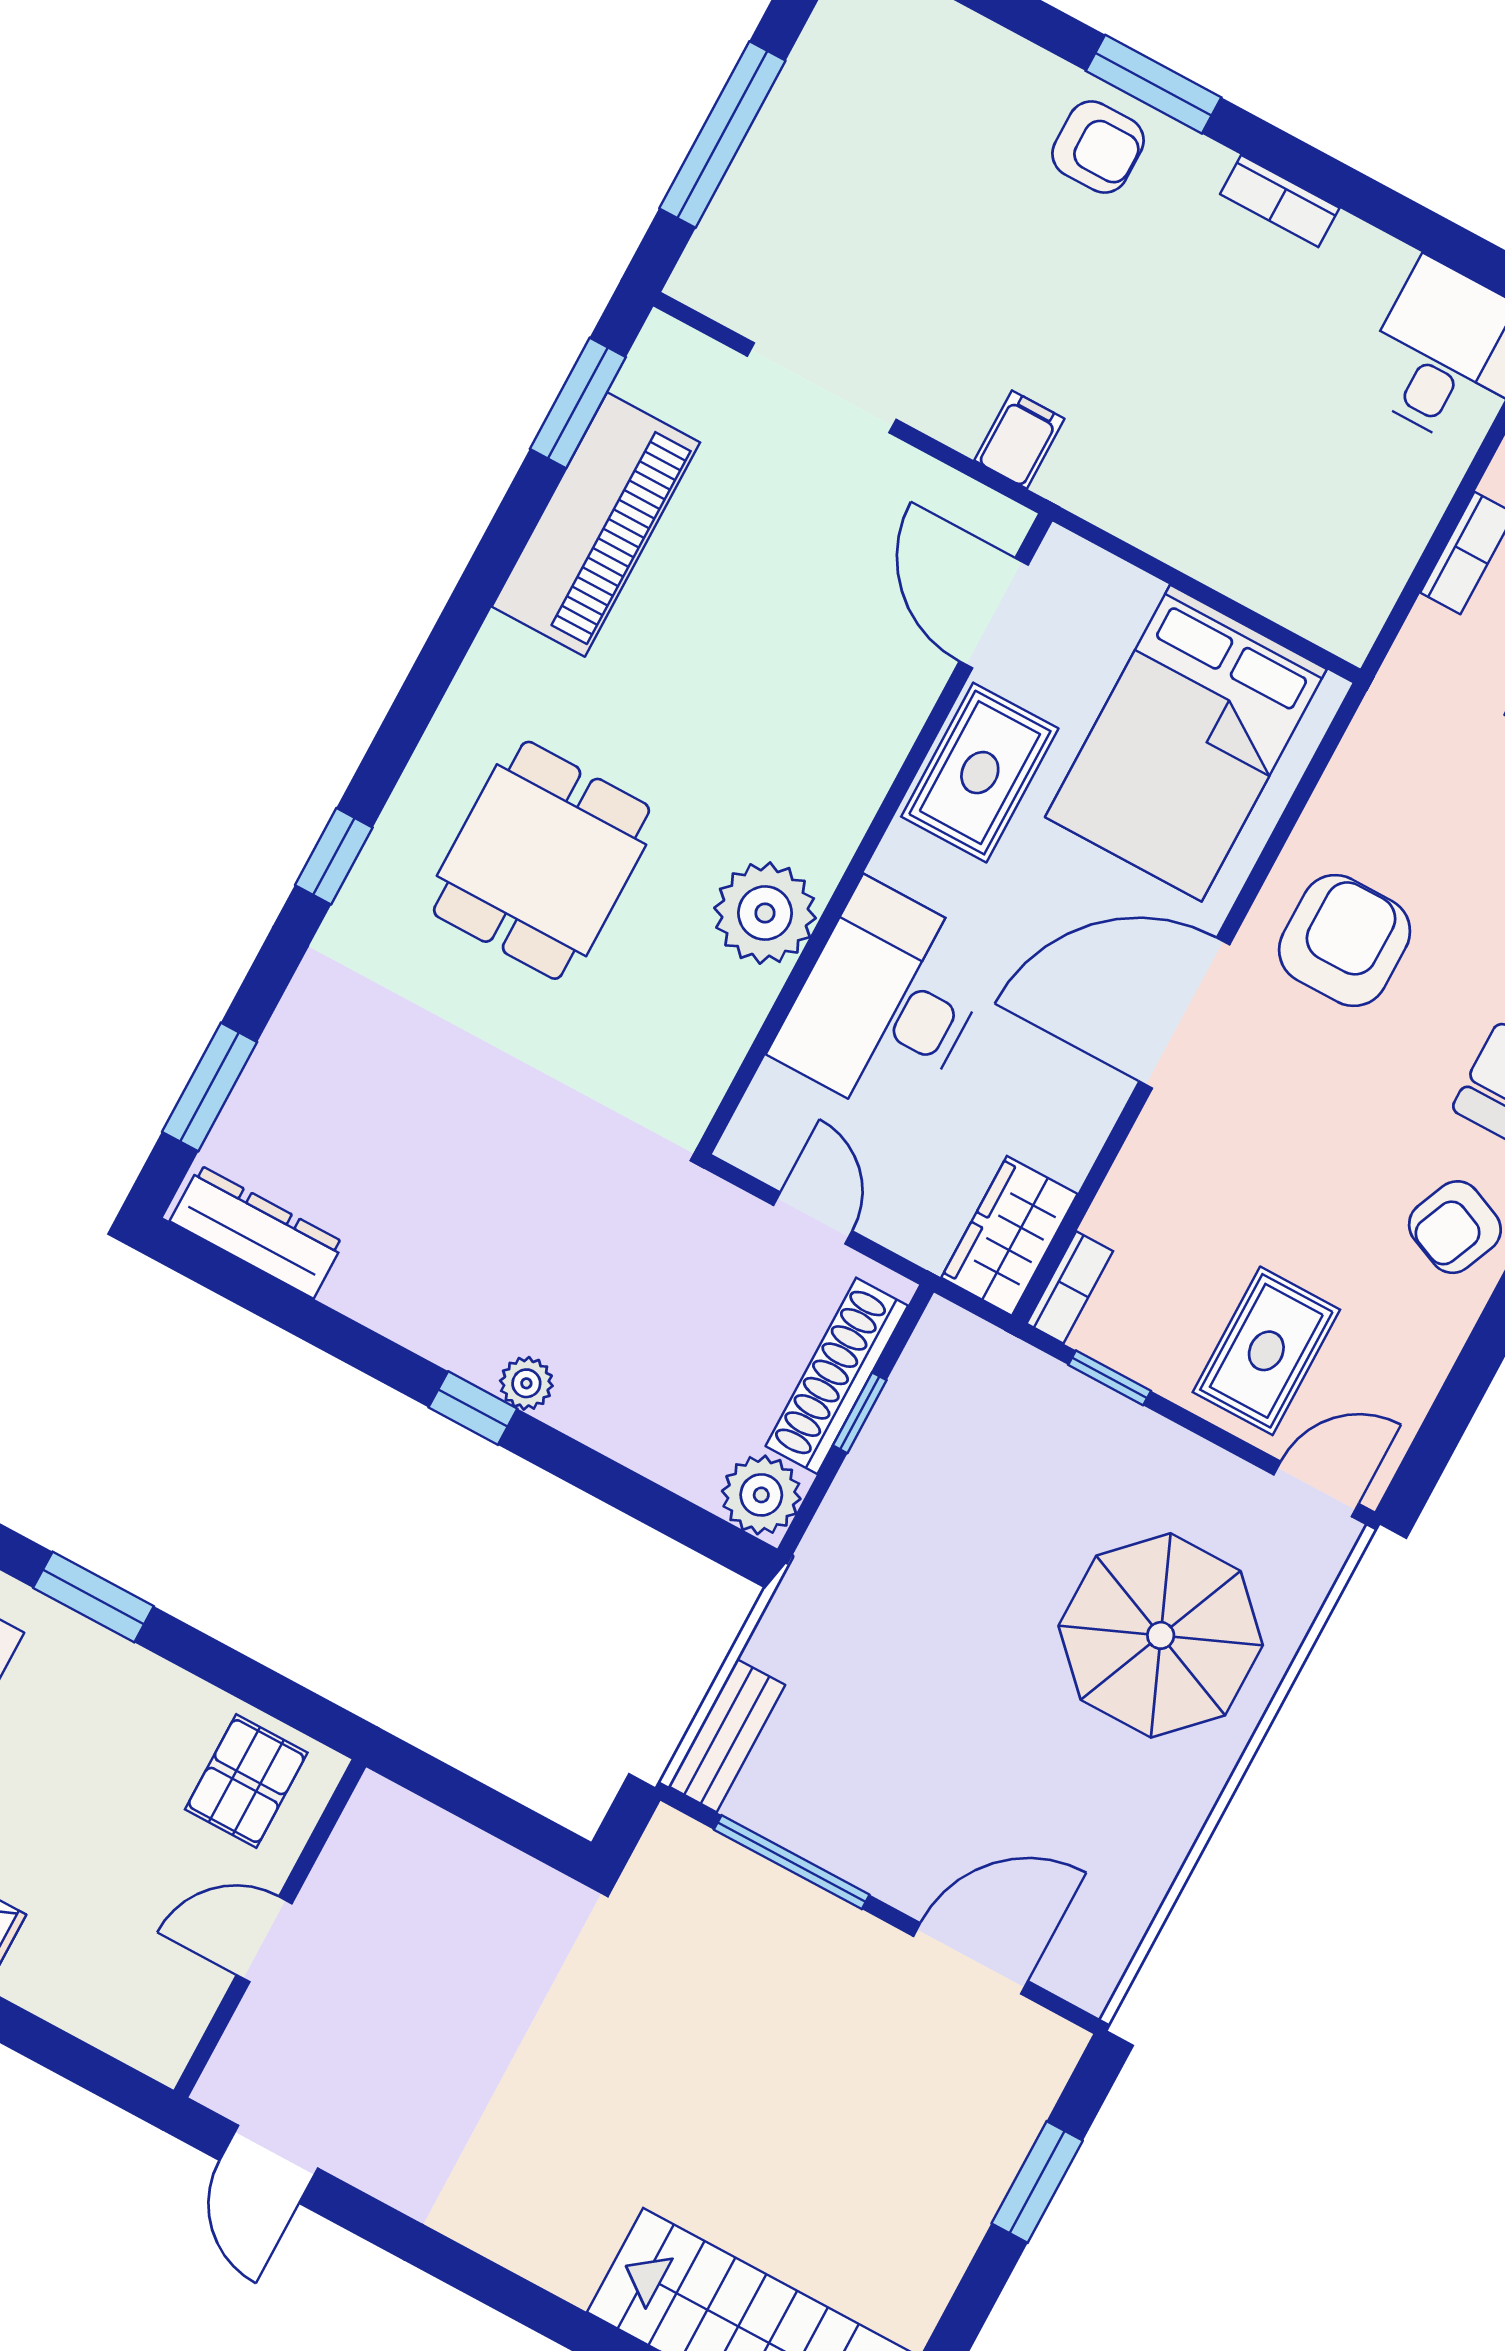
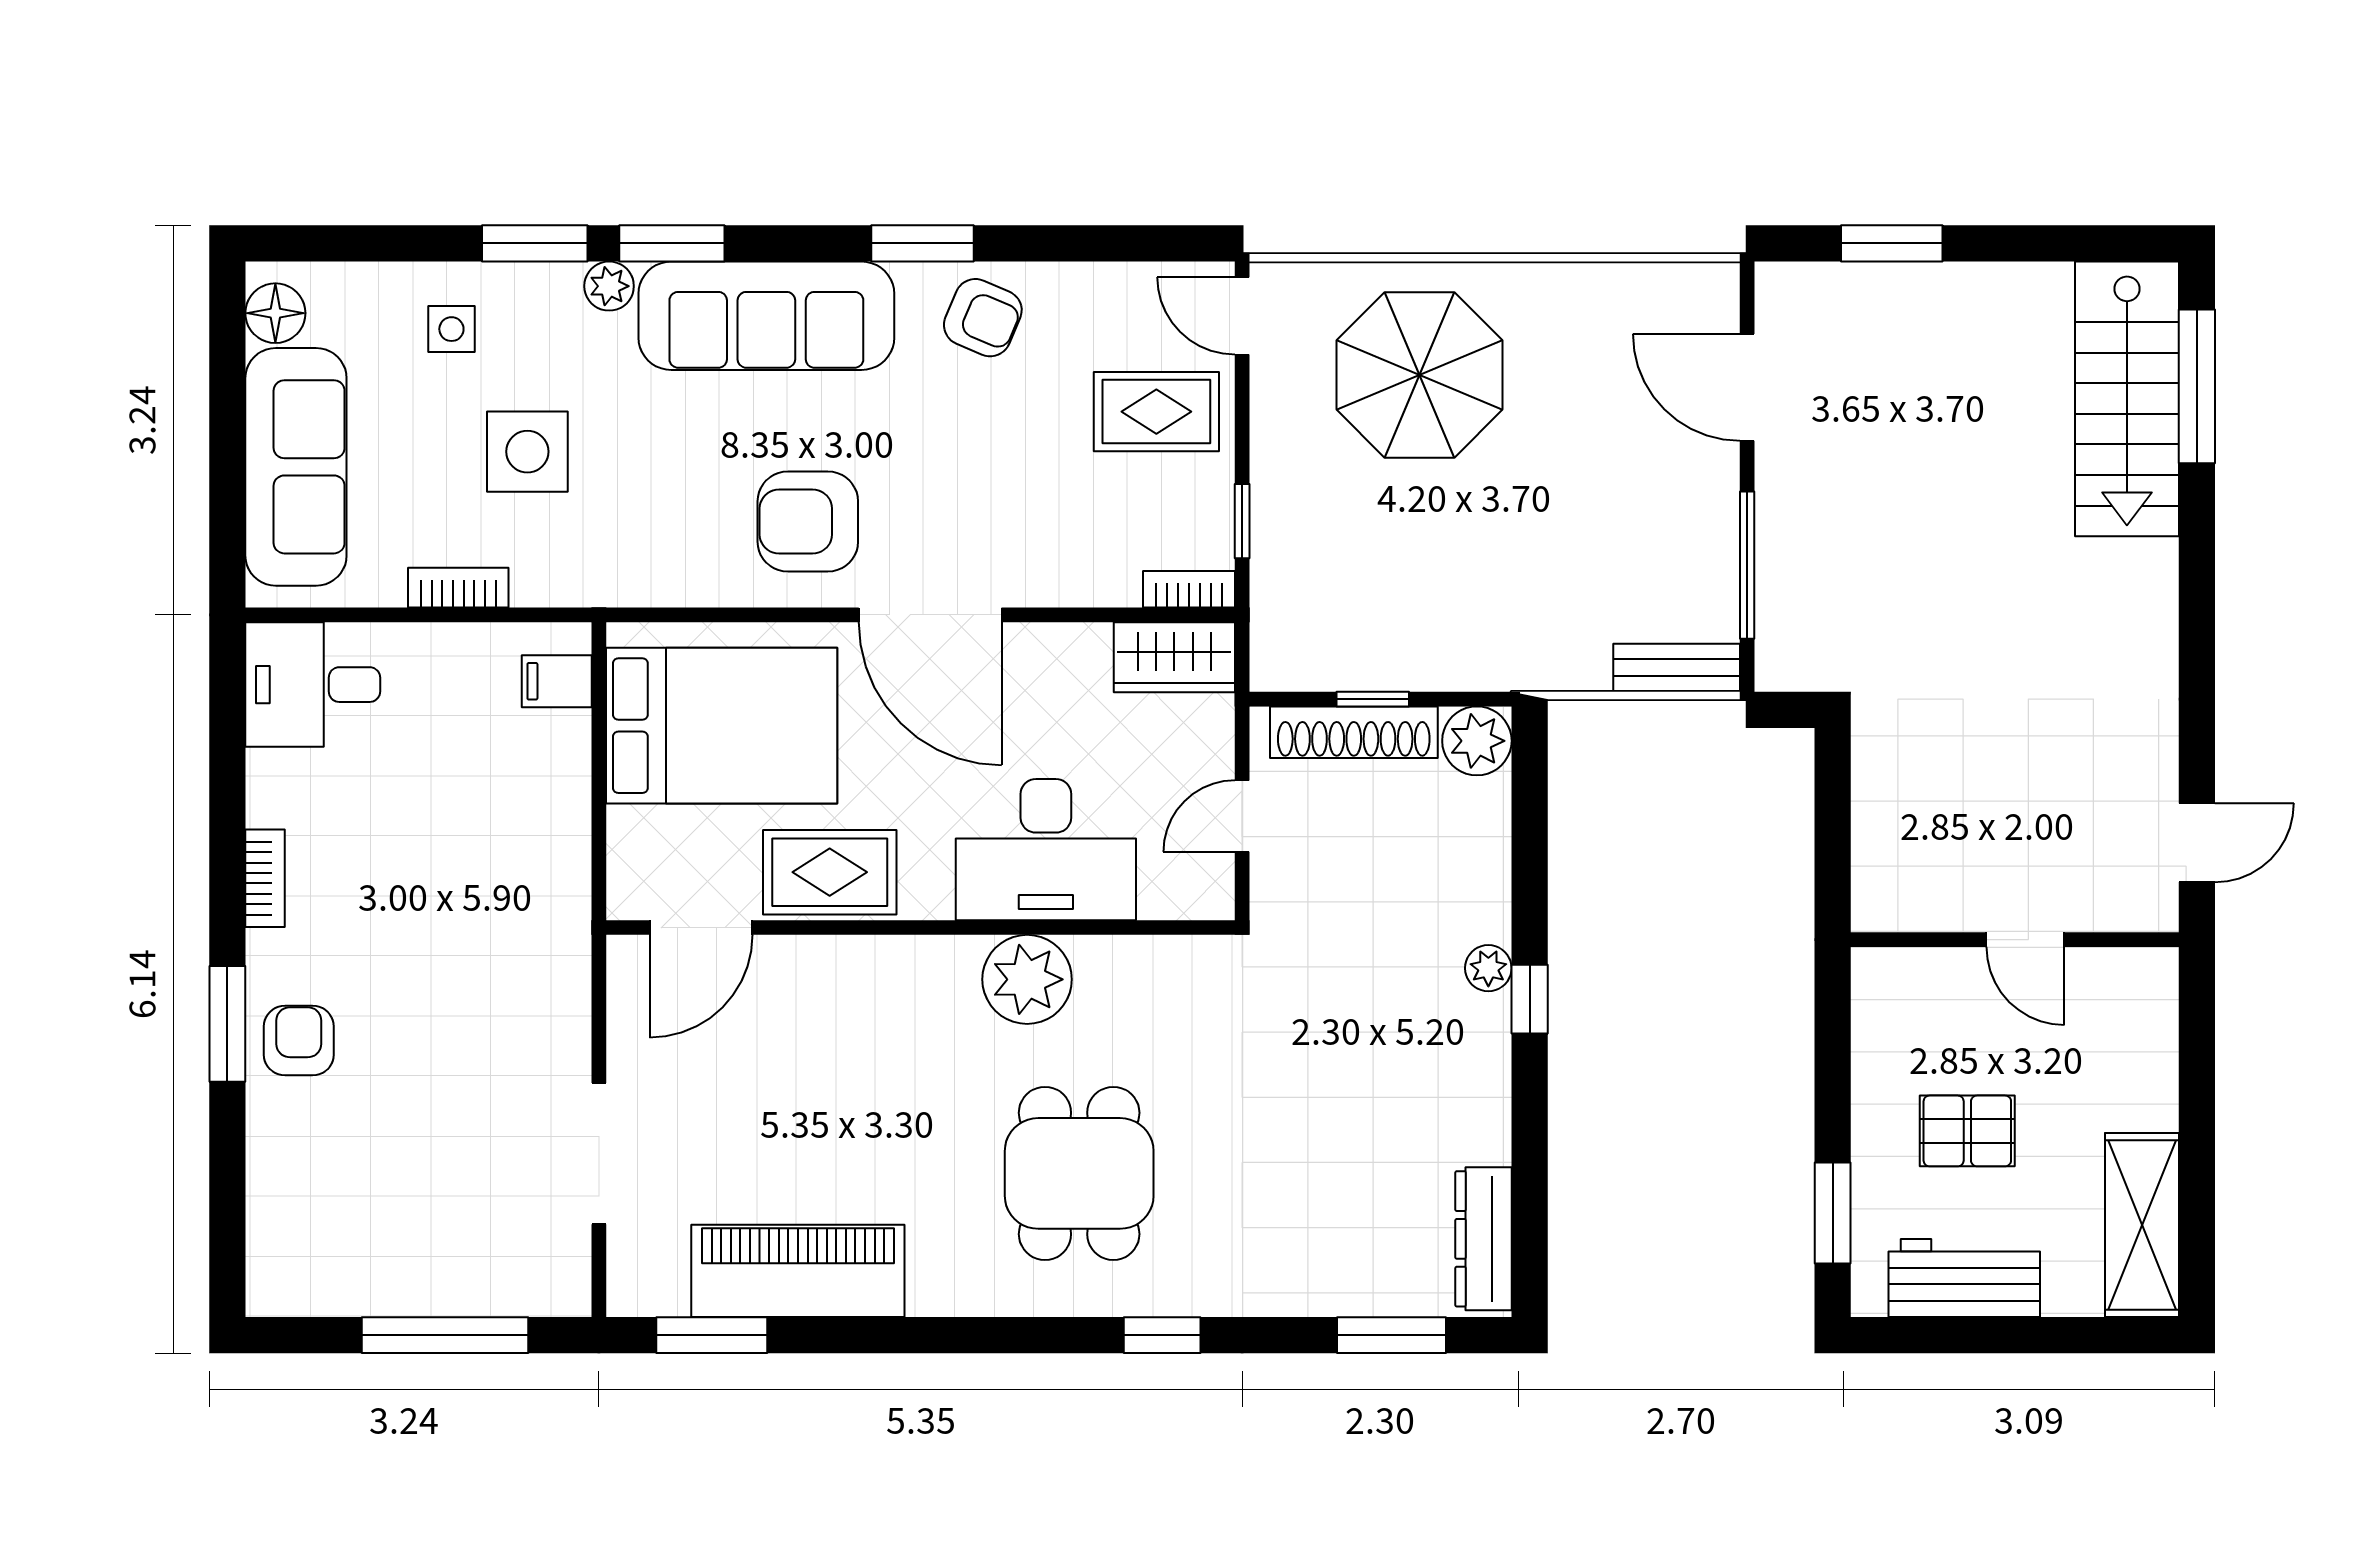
filing cabinet: (1019, 440) -> (557, 681), moved
dining table: (542, 860) -> (1079, 1173), turned 90
pallet: (246, 1781) -> (1967, 1131), moved

